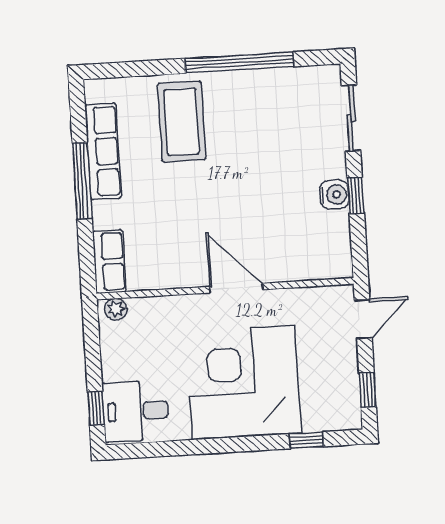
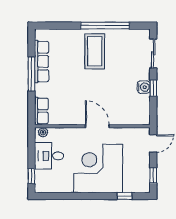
coffee table: (182, 122) -> (95, 51), moved
desk: (136, 411) -> (49, 156), moved

